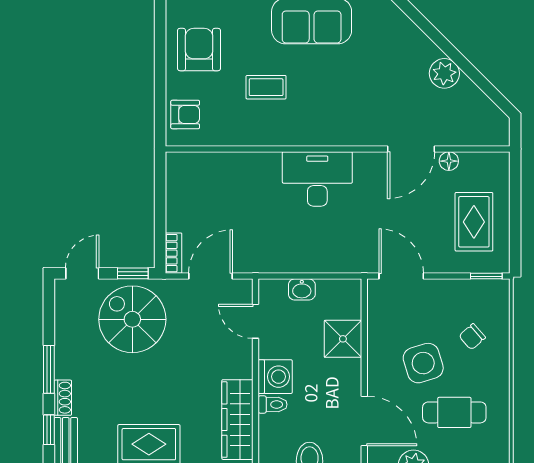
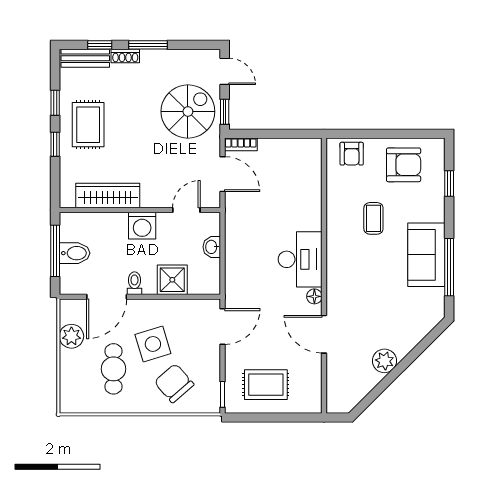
floor lamp: (449, 161) -> (314, 296), moved
chair: (472, 337) -> (174, 383), width x1.87, depth x1.87
toilet: (273, 404) -> (134, 283), moved, turned 180

